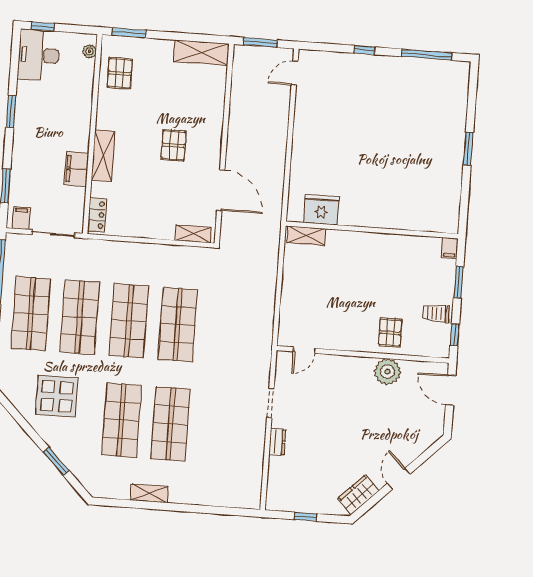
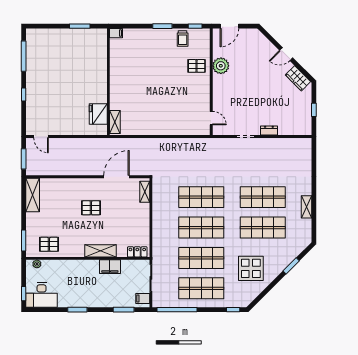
fridge: (321, 210) -> (98, 114), moved
wall: (372, 230) -> (108, 82), moved
shelving: (306, 236) -> (115, 122), moved
filing cabinet: (450, 248) -> (116, 33), moved

